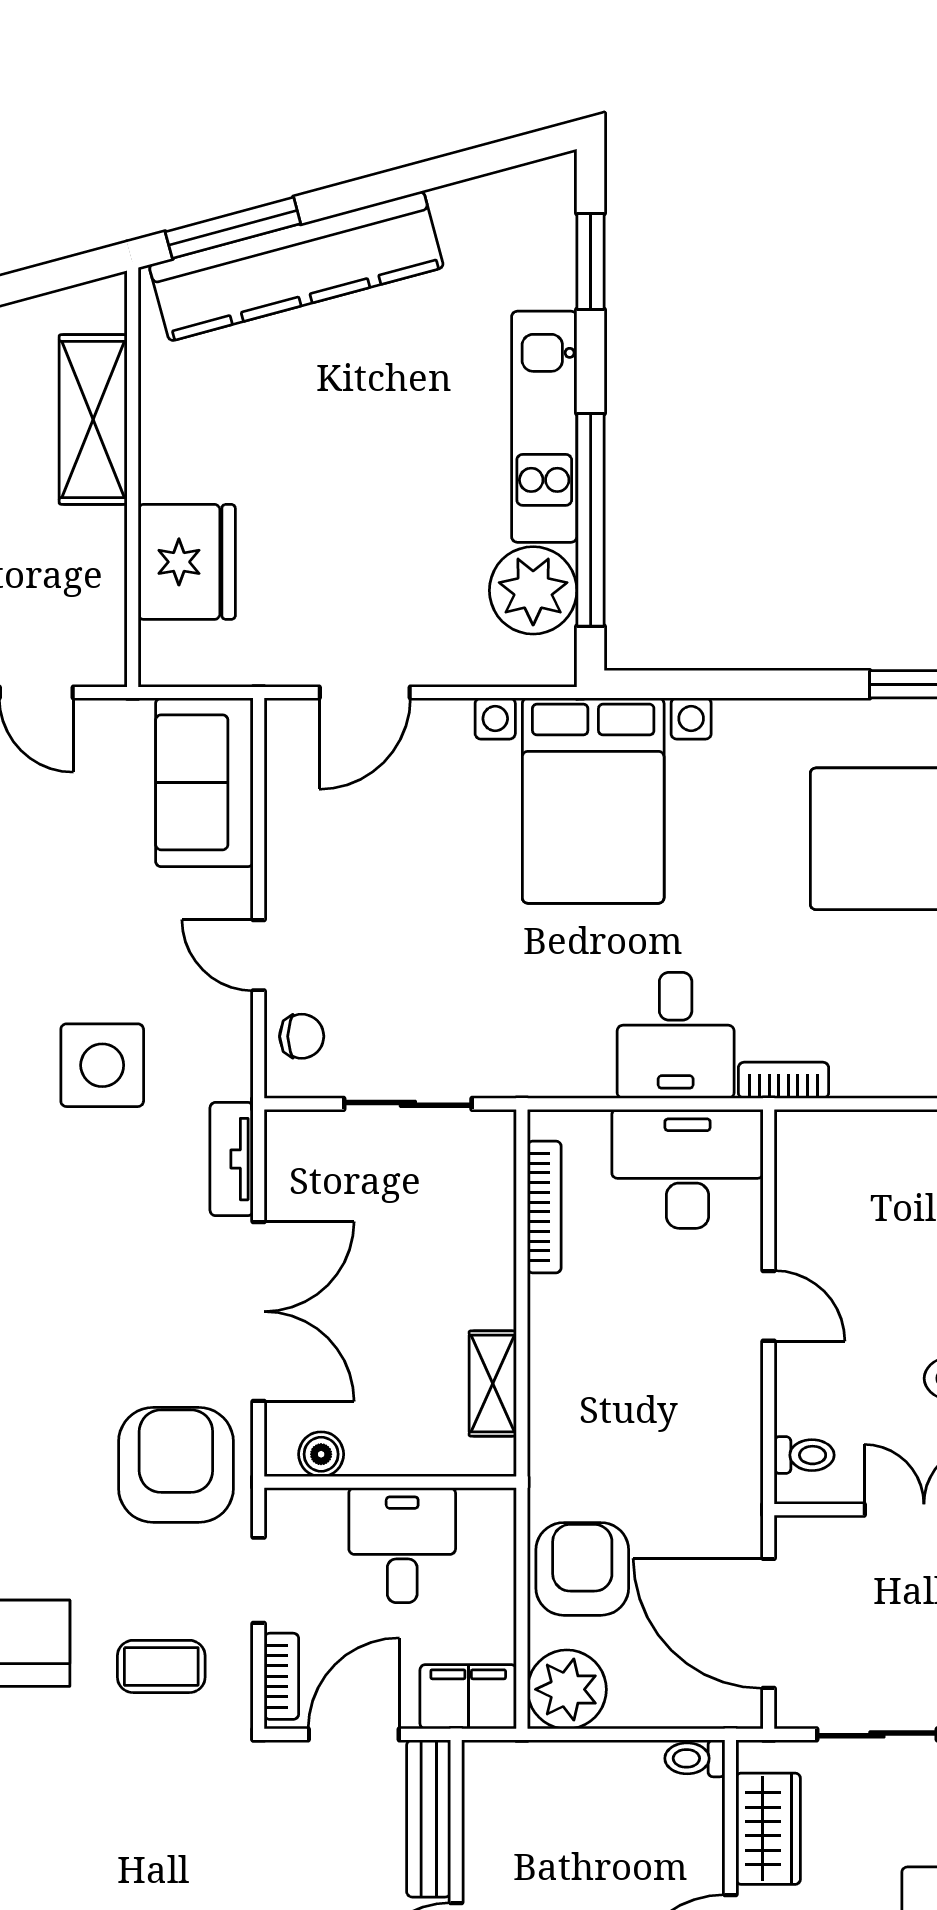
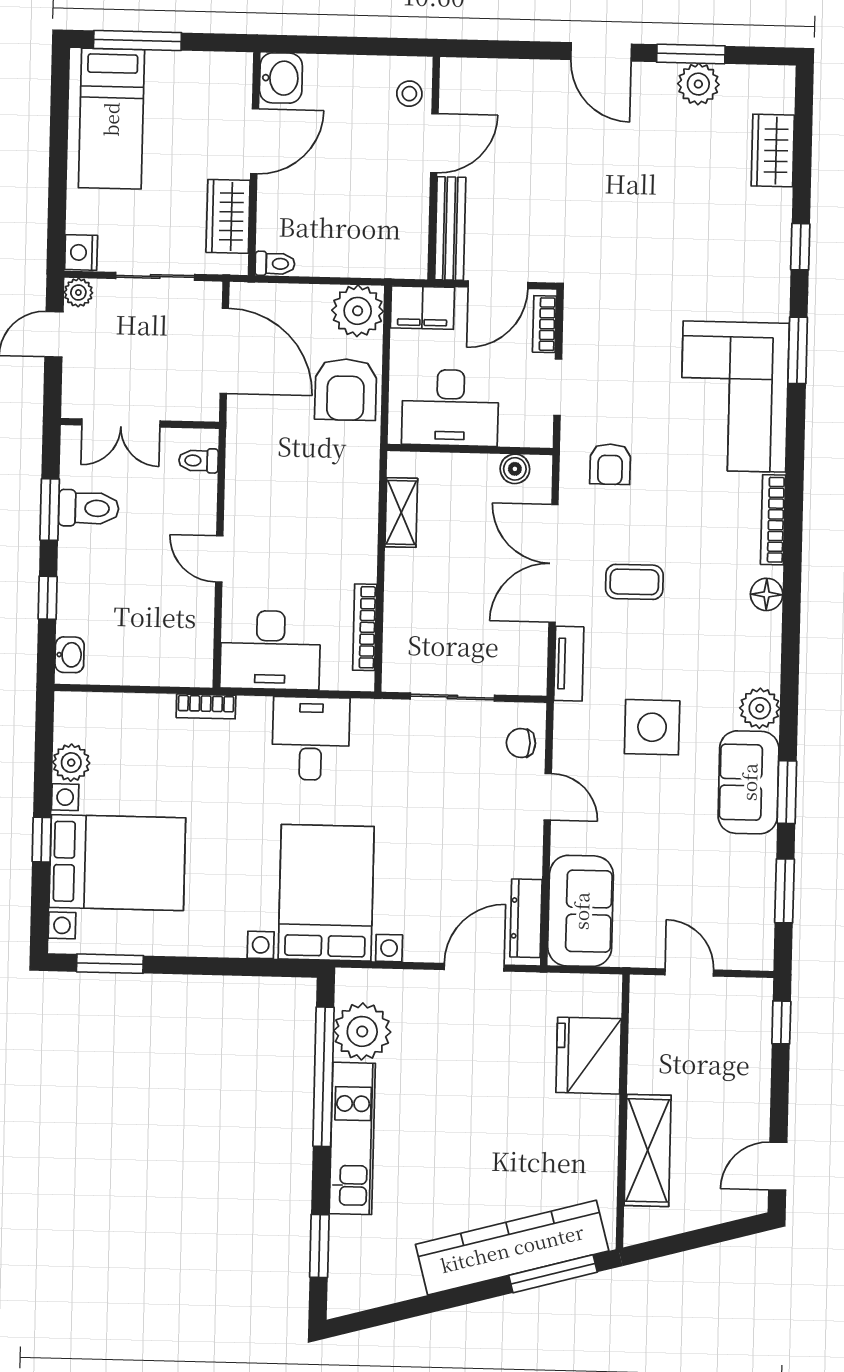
dresser: (287, 769) -> (526, 918), added
desk: (676, 1035) -> (311, 738), moved
armchair: (176, 1465) -> (610, 464), width x0.53, depth x0.53
desk: (402, 1545) -> (450, 408), width x1.37
coffee table: (161, 1666) -> (634, 582), moved

